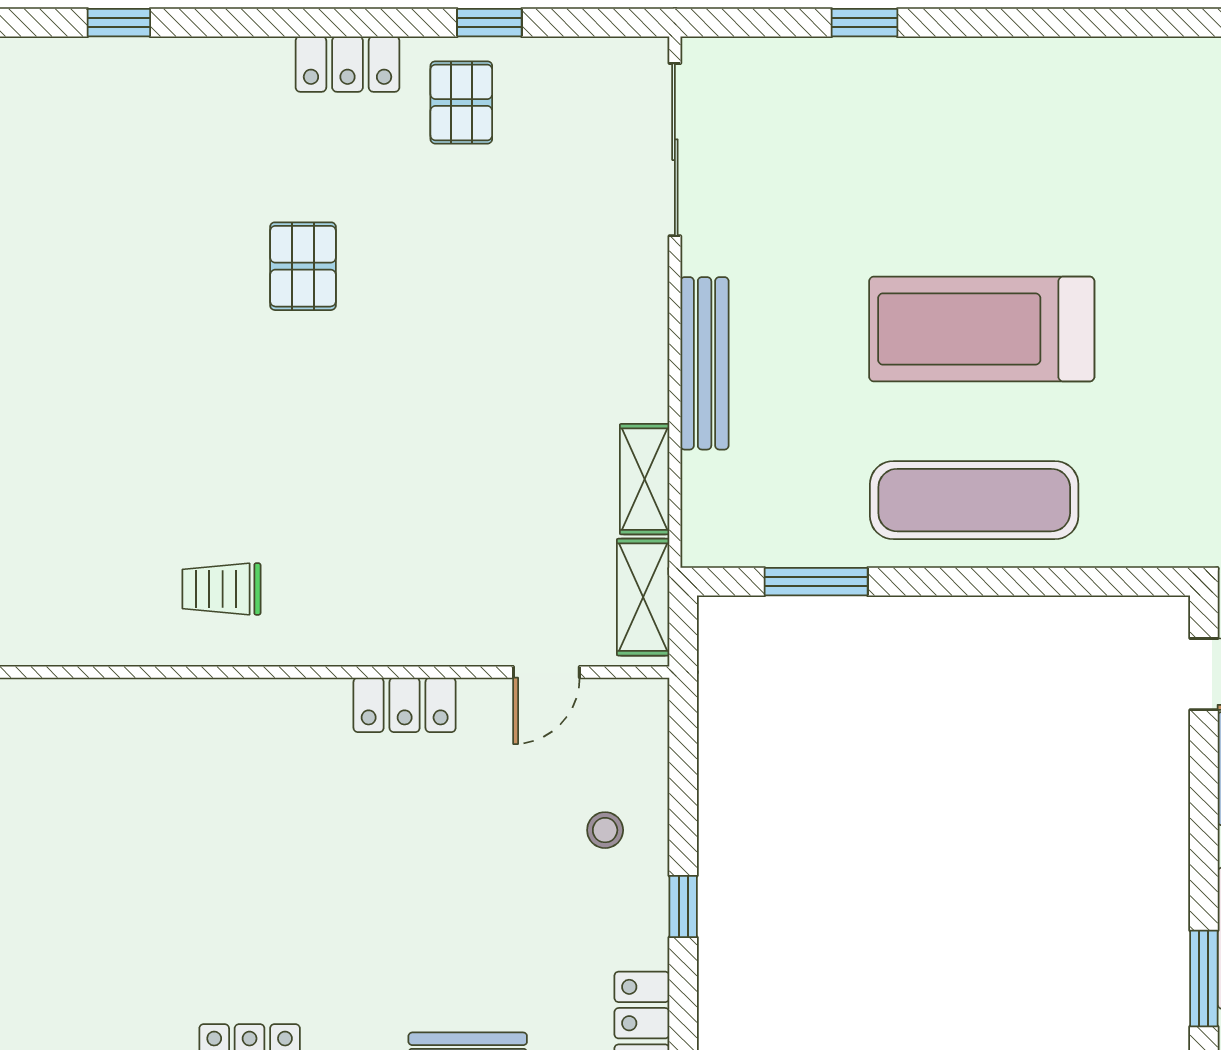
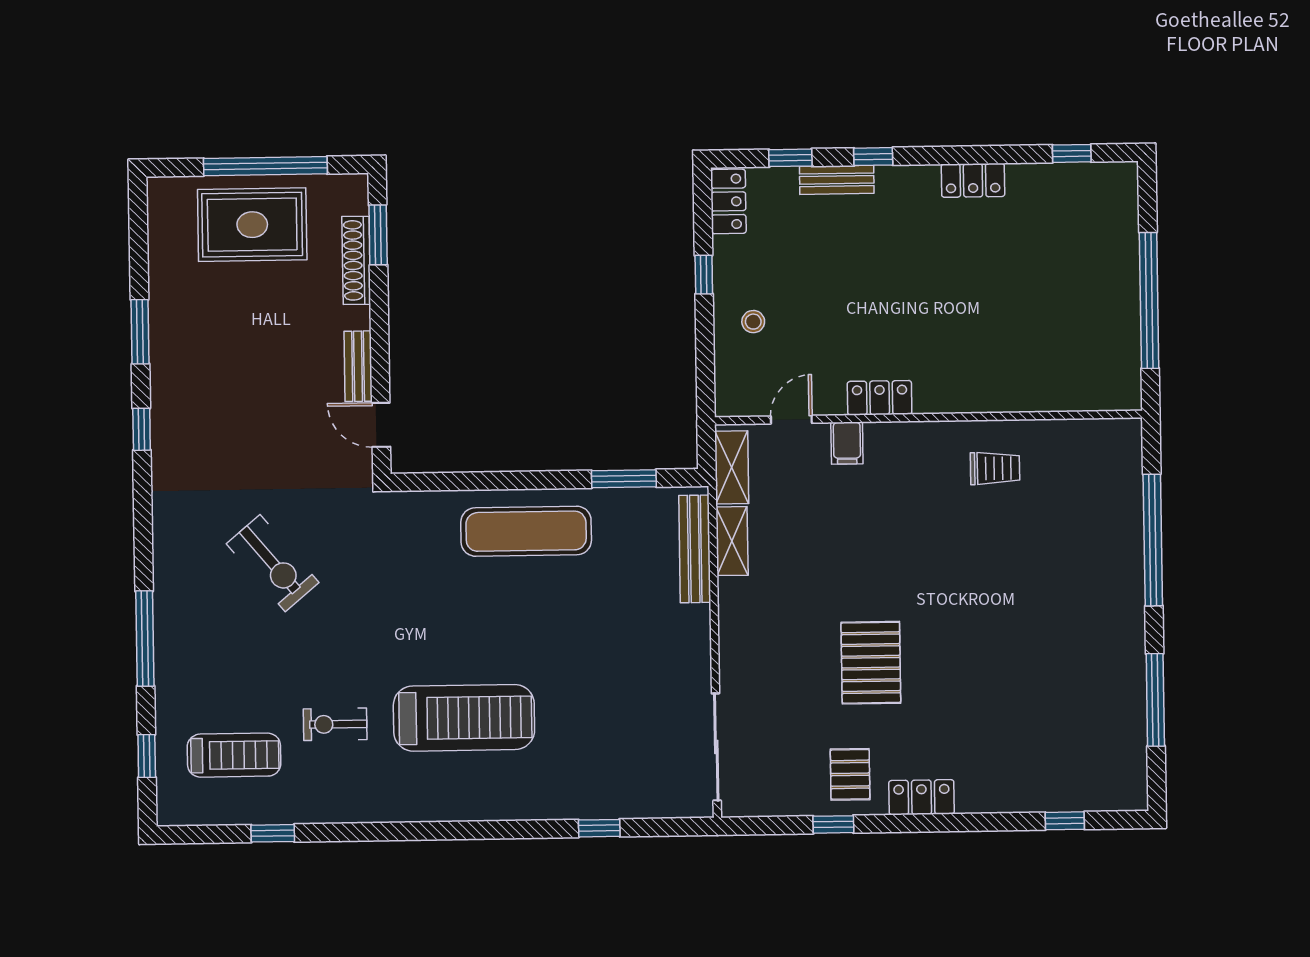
pallet: (303, 266) -> (871, 663), moved, width x1.50, depth x1.42
treadmill: (982, 329) -> (464, 718), moved
bench: (705, 363) -> (695, 549), moved
filing cabinet: (458, 633) -> (847, 443), added

